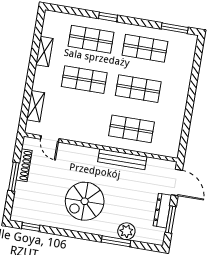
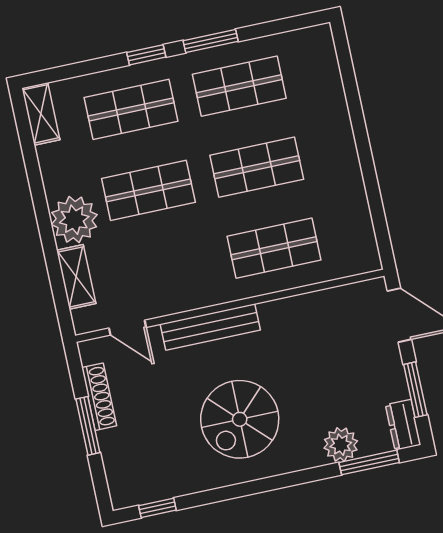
window: (175, 28) -> (211, 41), moved
shelving: (44, 52) -> (41, 114), moved
plant: (45, 79) -> (74, 220), added
bench: (122, 159) -> (210, 327), moved
dresser: (162, 211) -> (403, 425), moved, width x0.70
window: (116, 241) -> (369, 462), moved

